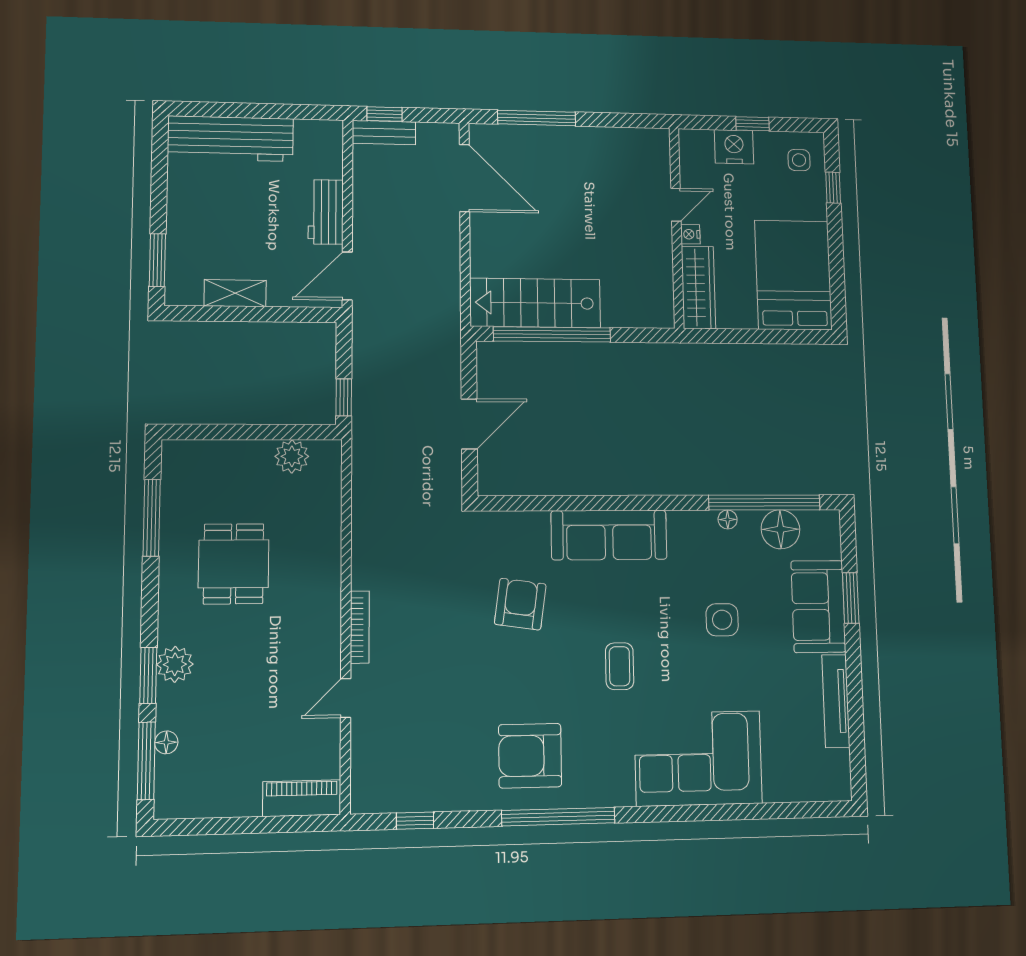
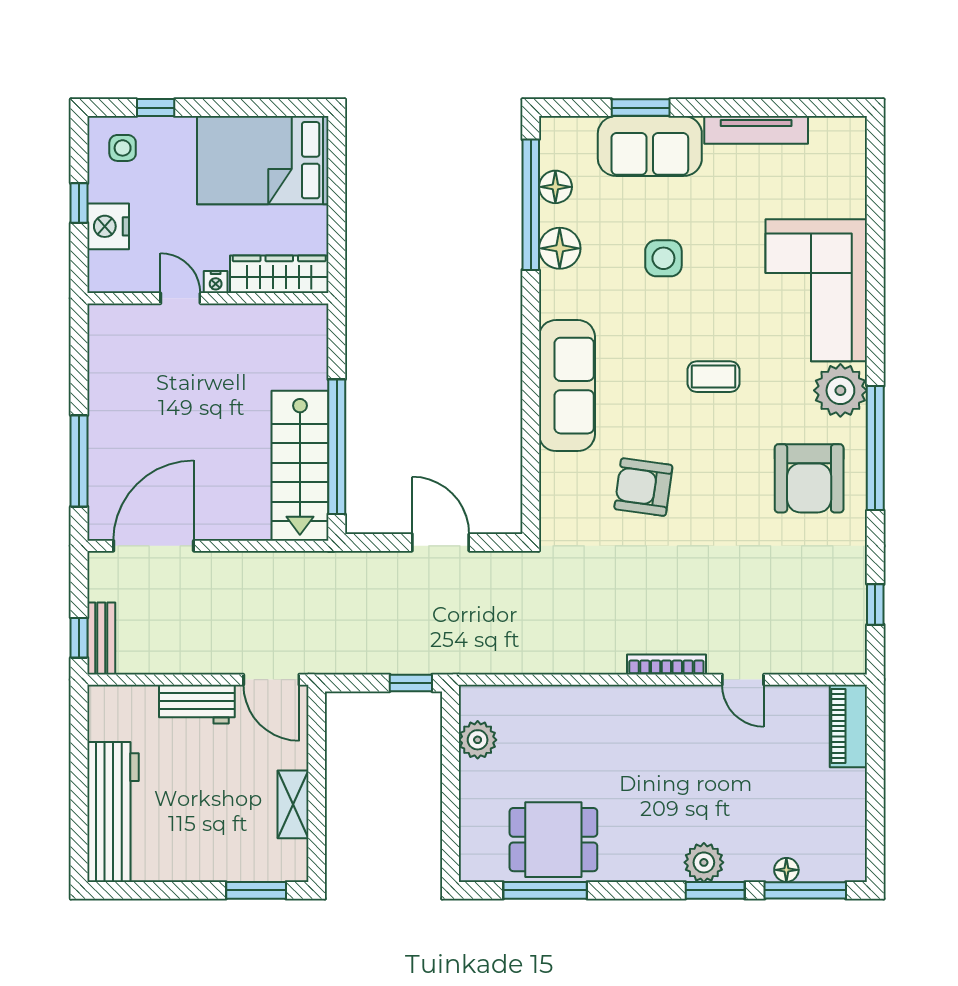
floor lamp: (728, 519) -> (560, 248), width x1.89, depth x1.89
floor lamp: (780, 529) -> (555, 187), width x0.73, depth x0.73
dining table: (234, 564) -> (553, 840), moved
plant: (610, 783) -> (840, 390), added

